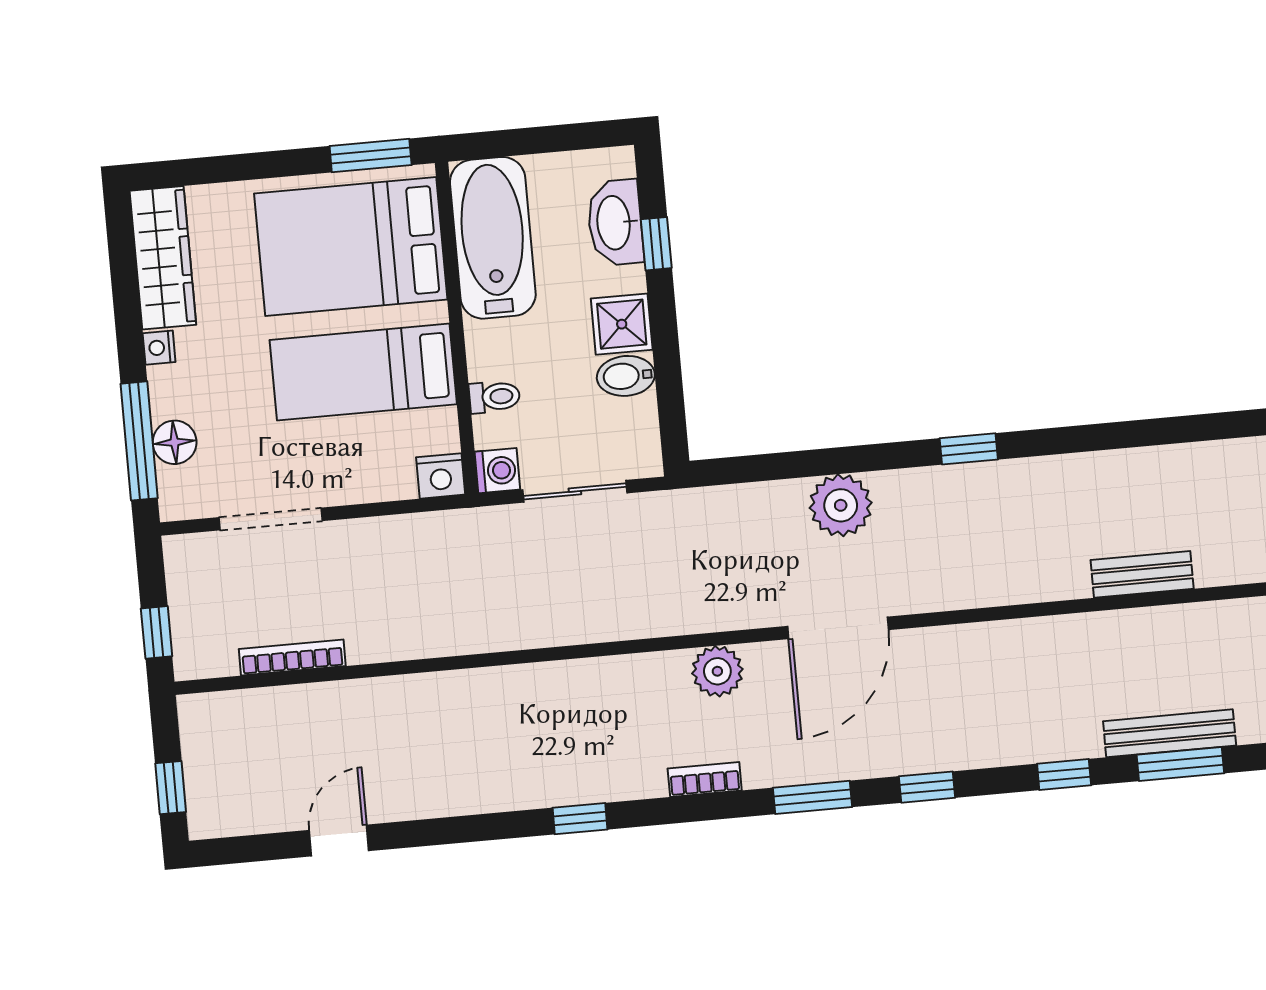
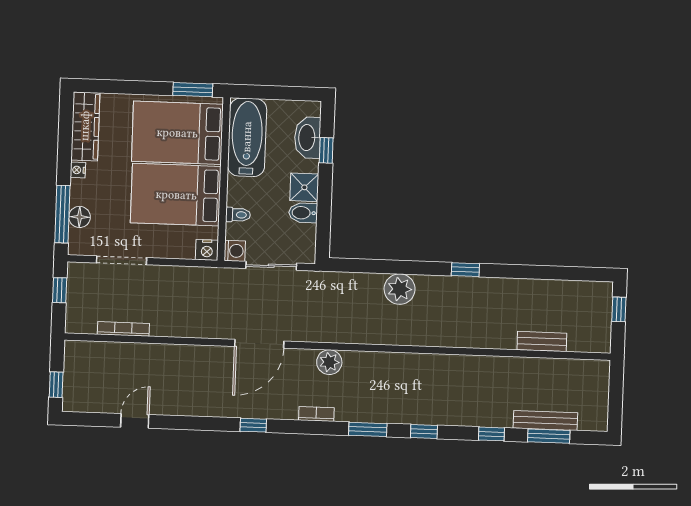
bed: (363, 372) -> (176, 195), width x1.50
door: (838, 628) -> (259, 344), moved
window: (157, 632) -> (60, 290), moved

